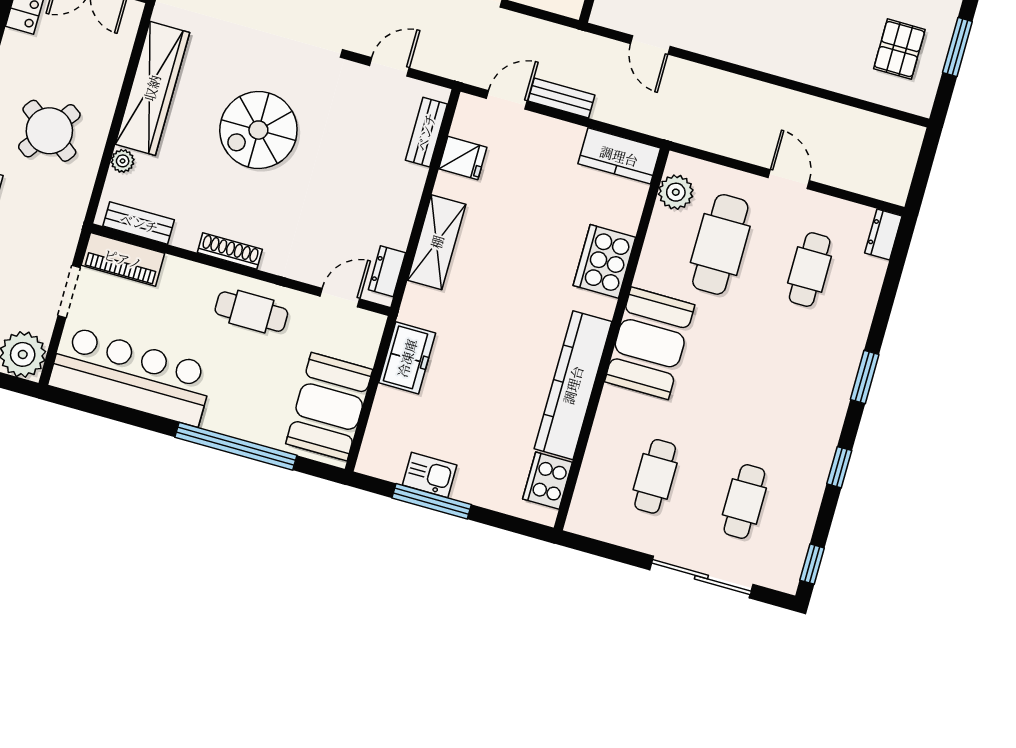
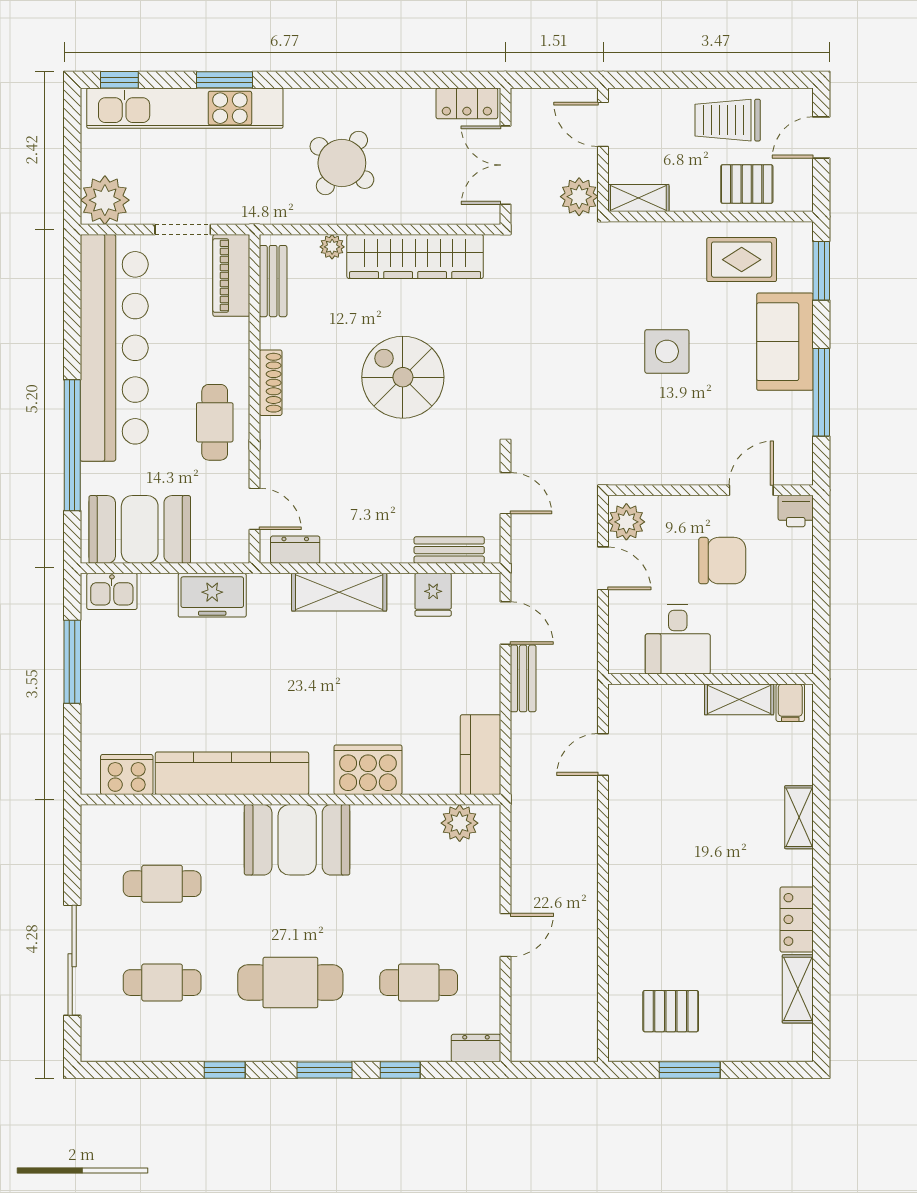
cafe table: (720, 244) -> (290, 983), moved
bar counter: (131, 376) -> (114, 348), width x1.36
kitchen sink: (430, 475) -> (112, 591), moved, turned 90
window: (812, 564) -> (400, 1070), moved

